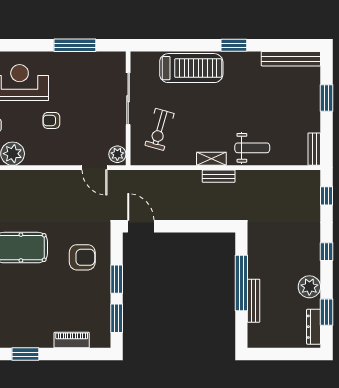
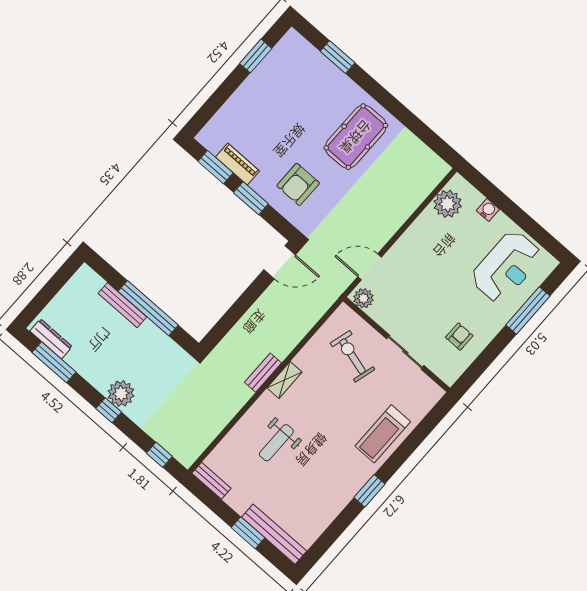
window: (75, 45) -> (528, 310), moved
bench: (291, 59) -> (274, 534), moved, turned 90
treadmill: (191, 68) -> (383, 434), width x0.73, depth x0.73
sliding door: (128, 99) -> (405, 352), width x0.73
armchair: (51, 120) -> (459, 336), moved
weight bench: (252, 148) -> (276, 443), moved
plant: (309, 287) -> (121, 394), moved
window: (327, 312) -> (54, 362), width x1.44
piano: (72, 340) -> (238, 164), moved, turned -90

